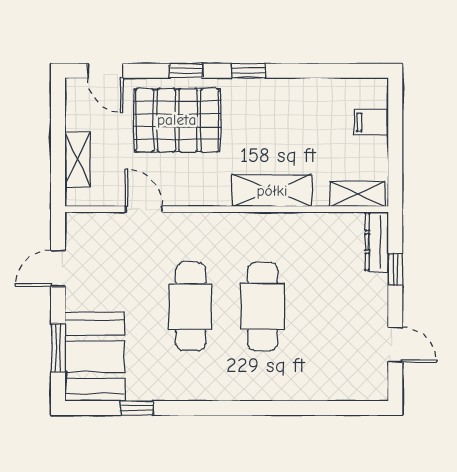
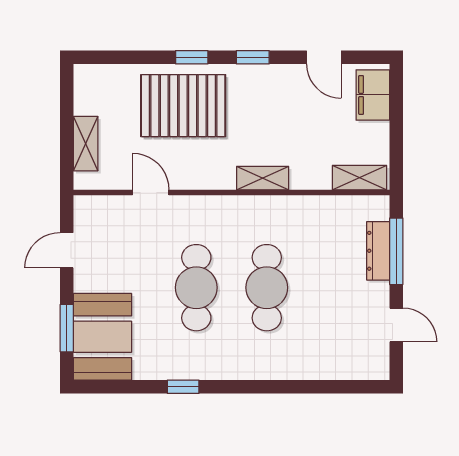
door: (106, 71) -> (324, 57), moved
filing cabinet: (371, 122) -> (373, 95), width x2.00
shelving: (272, 191) -> (263, 178), width x0.67, depth x0.75
dresser: (377, 242) -> (378, 251), moved
window: (395, 269) -> (396, 251), width x2.17
window: (137, 408) -> (183, 387), moved

